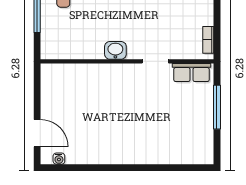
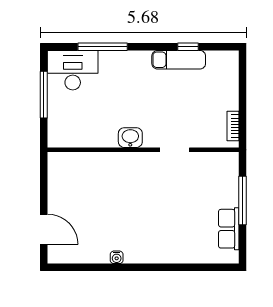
row of seats: (192, 73) -> (229, 229), moved, turned 90
water cooler: (59, 159) -> (117, 257), moved

